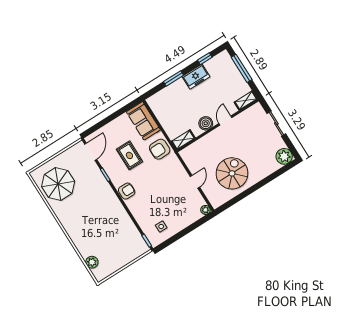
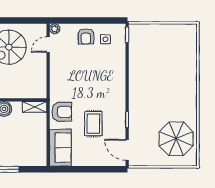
door: (91, 152) -> (127, 150), hinge flipped
door: (195, 182) -> (48, 45), moved
armchair: (127, 191) -> (86, 36), moved, turned -90
plant: (92, 262) -> (190, 47), removed

